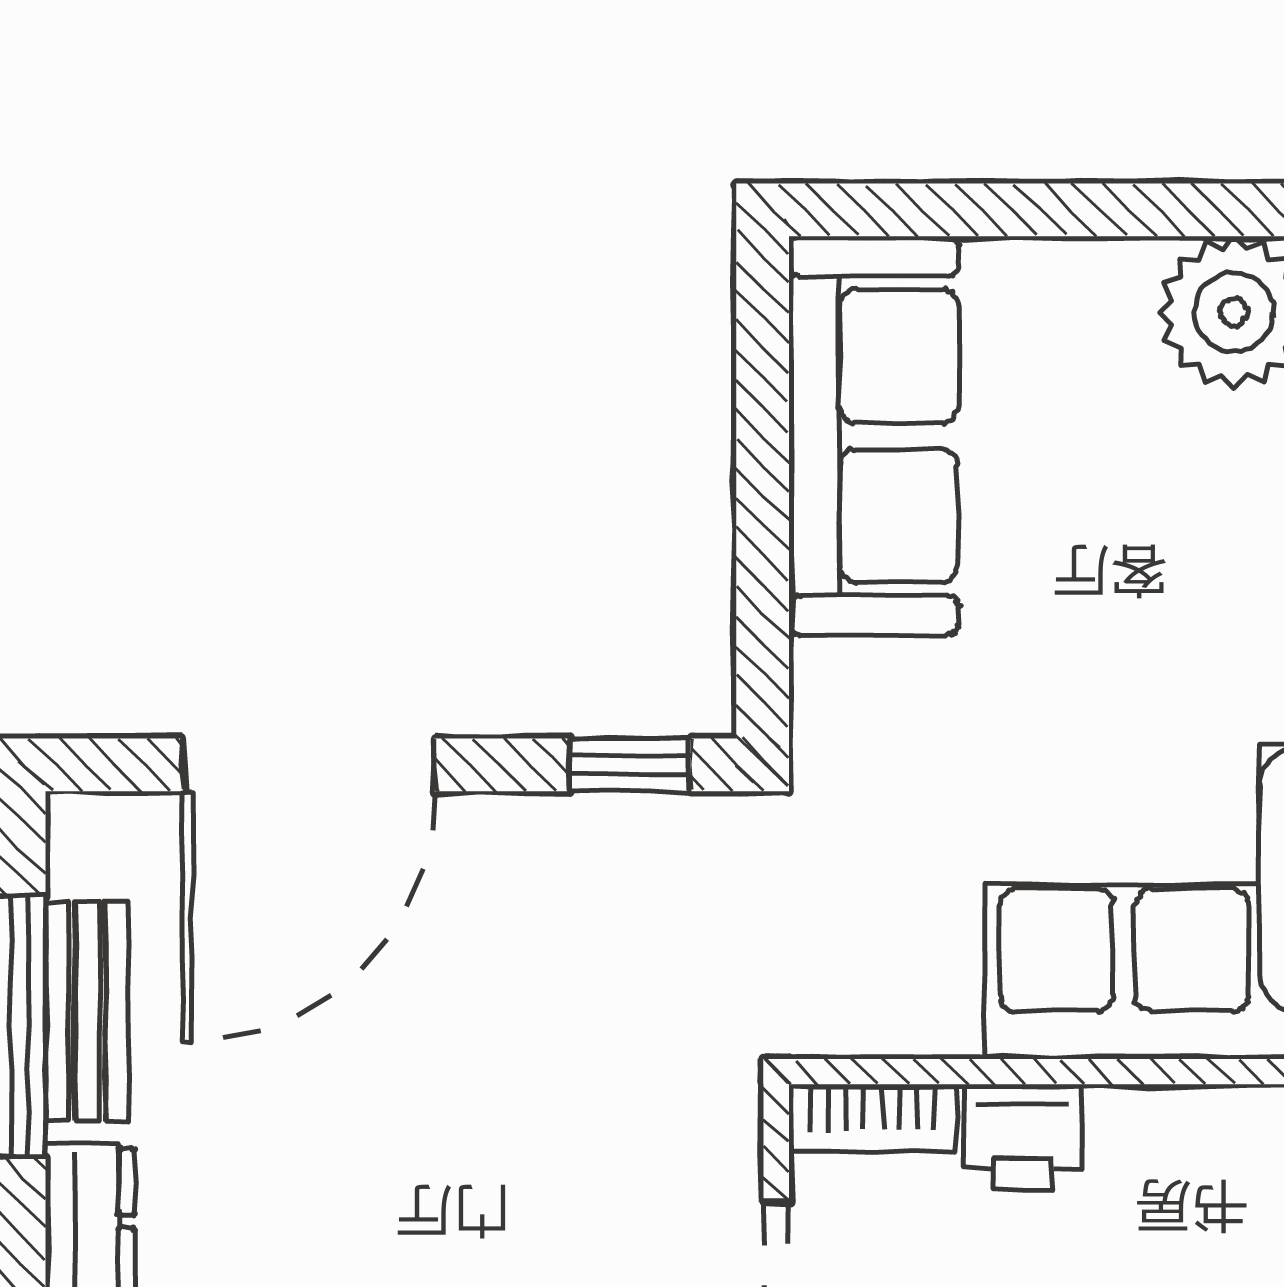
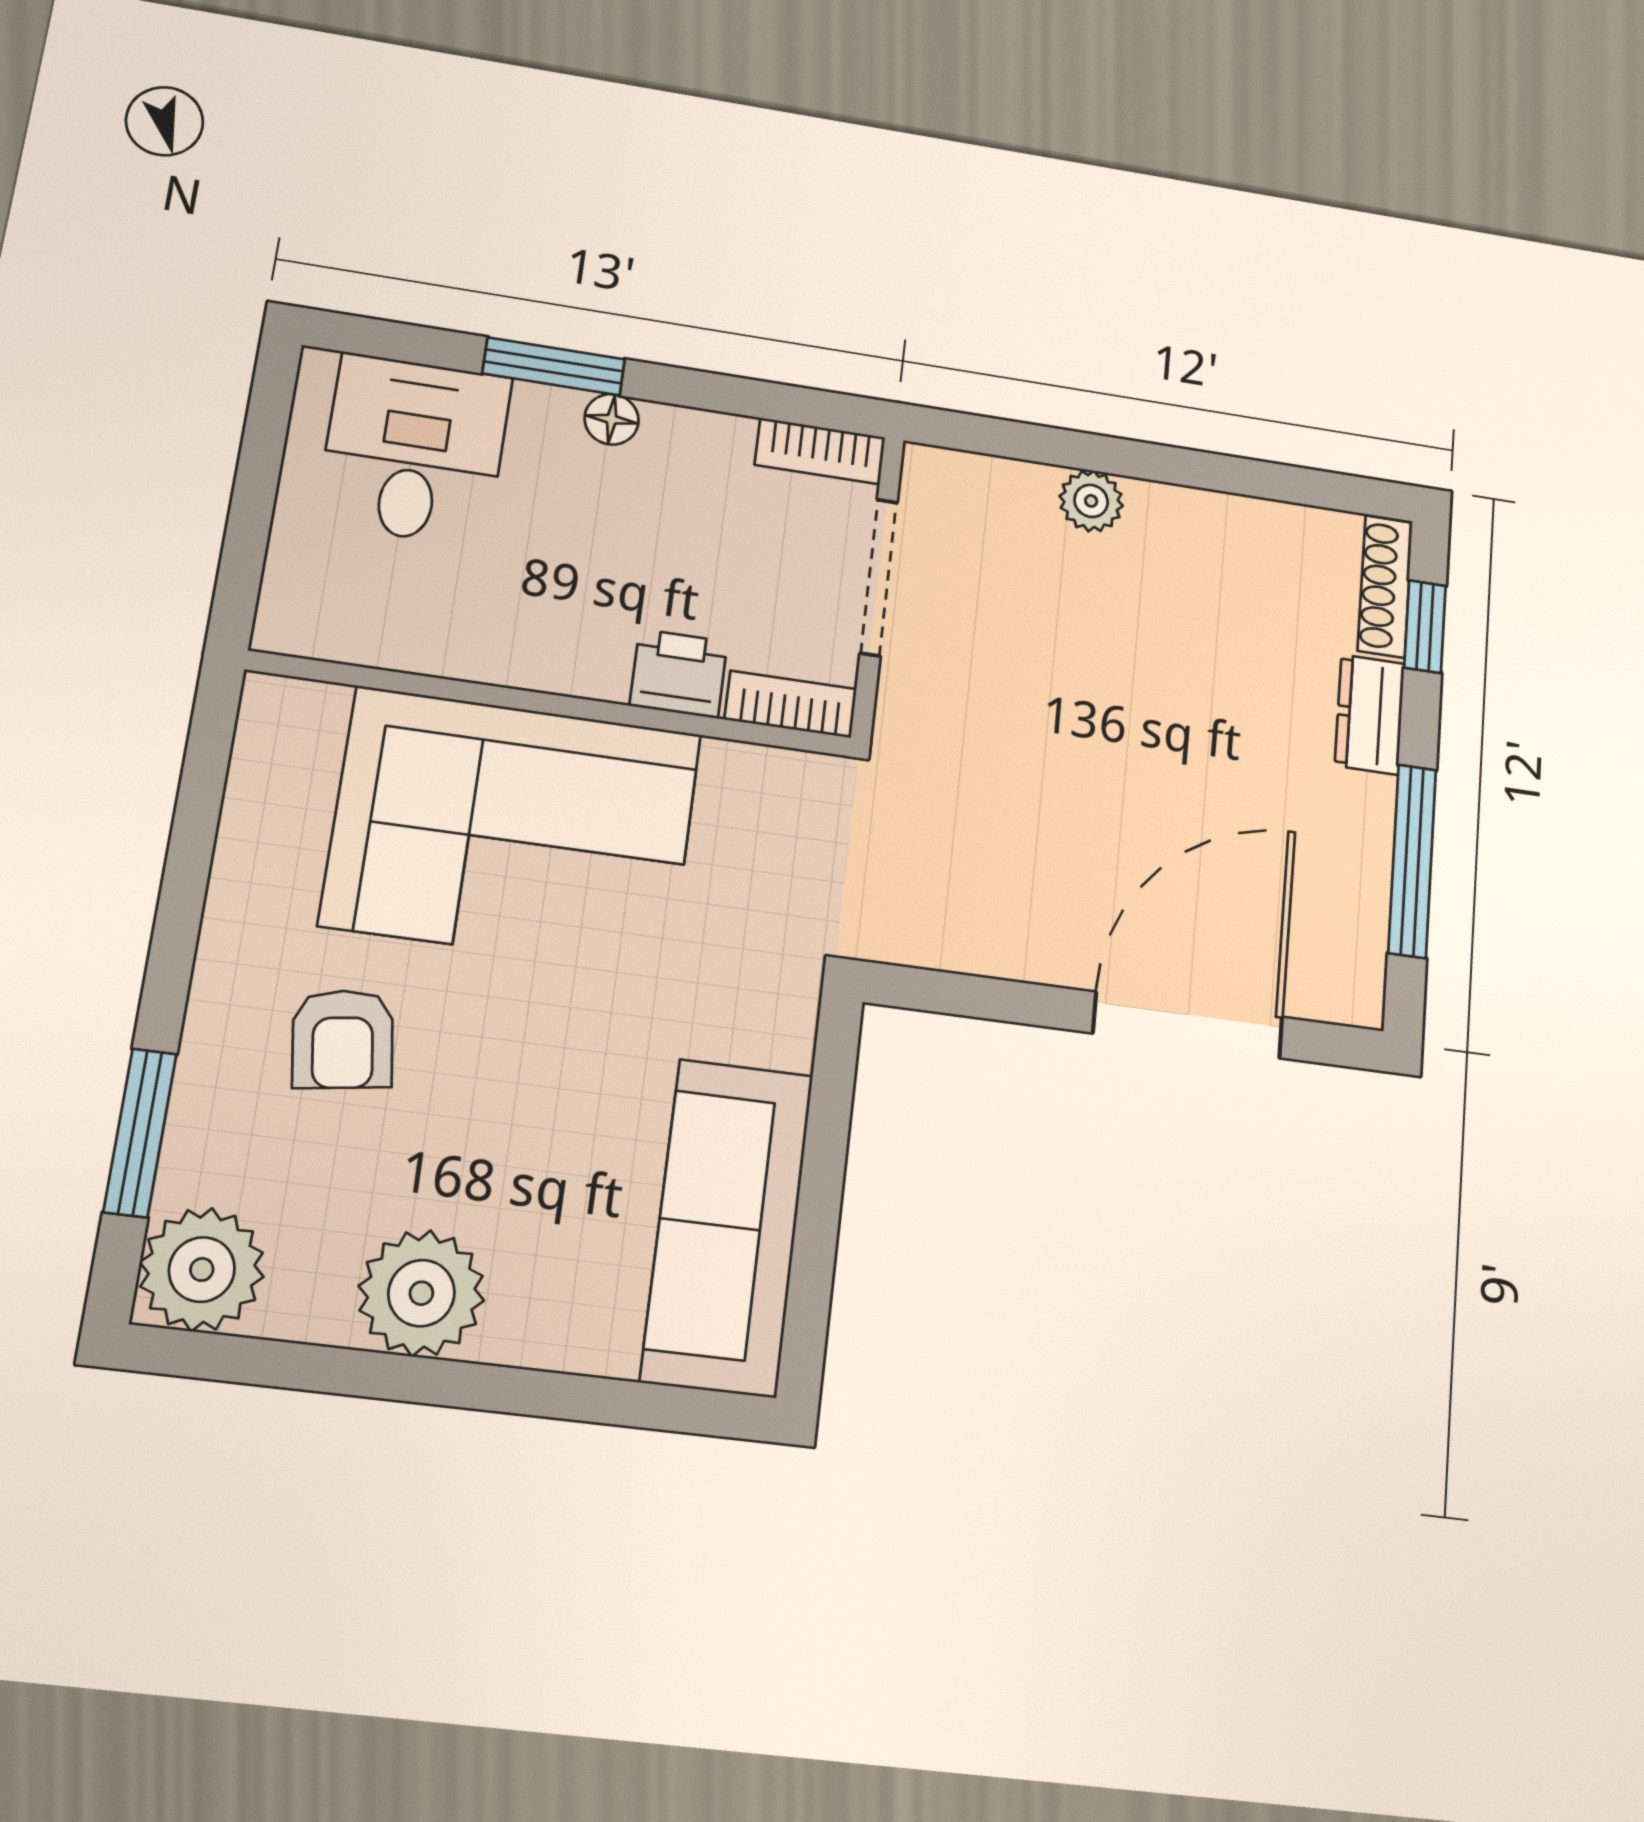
window: (630, 765) -> (946, 993), removed
bench: (87, 1011) -> (1363, 865), removed

